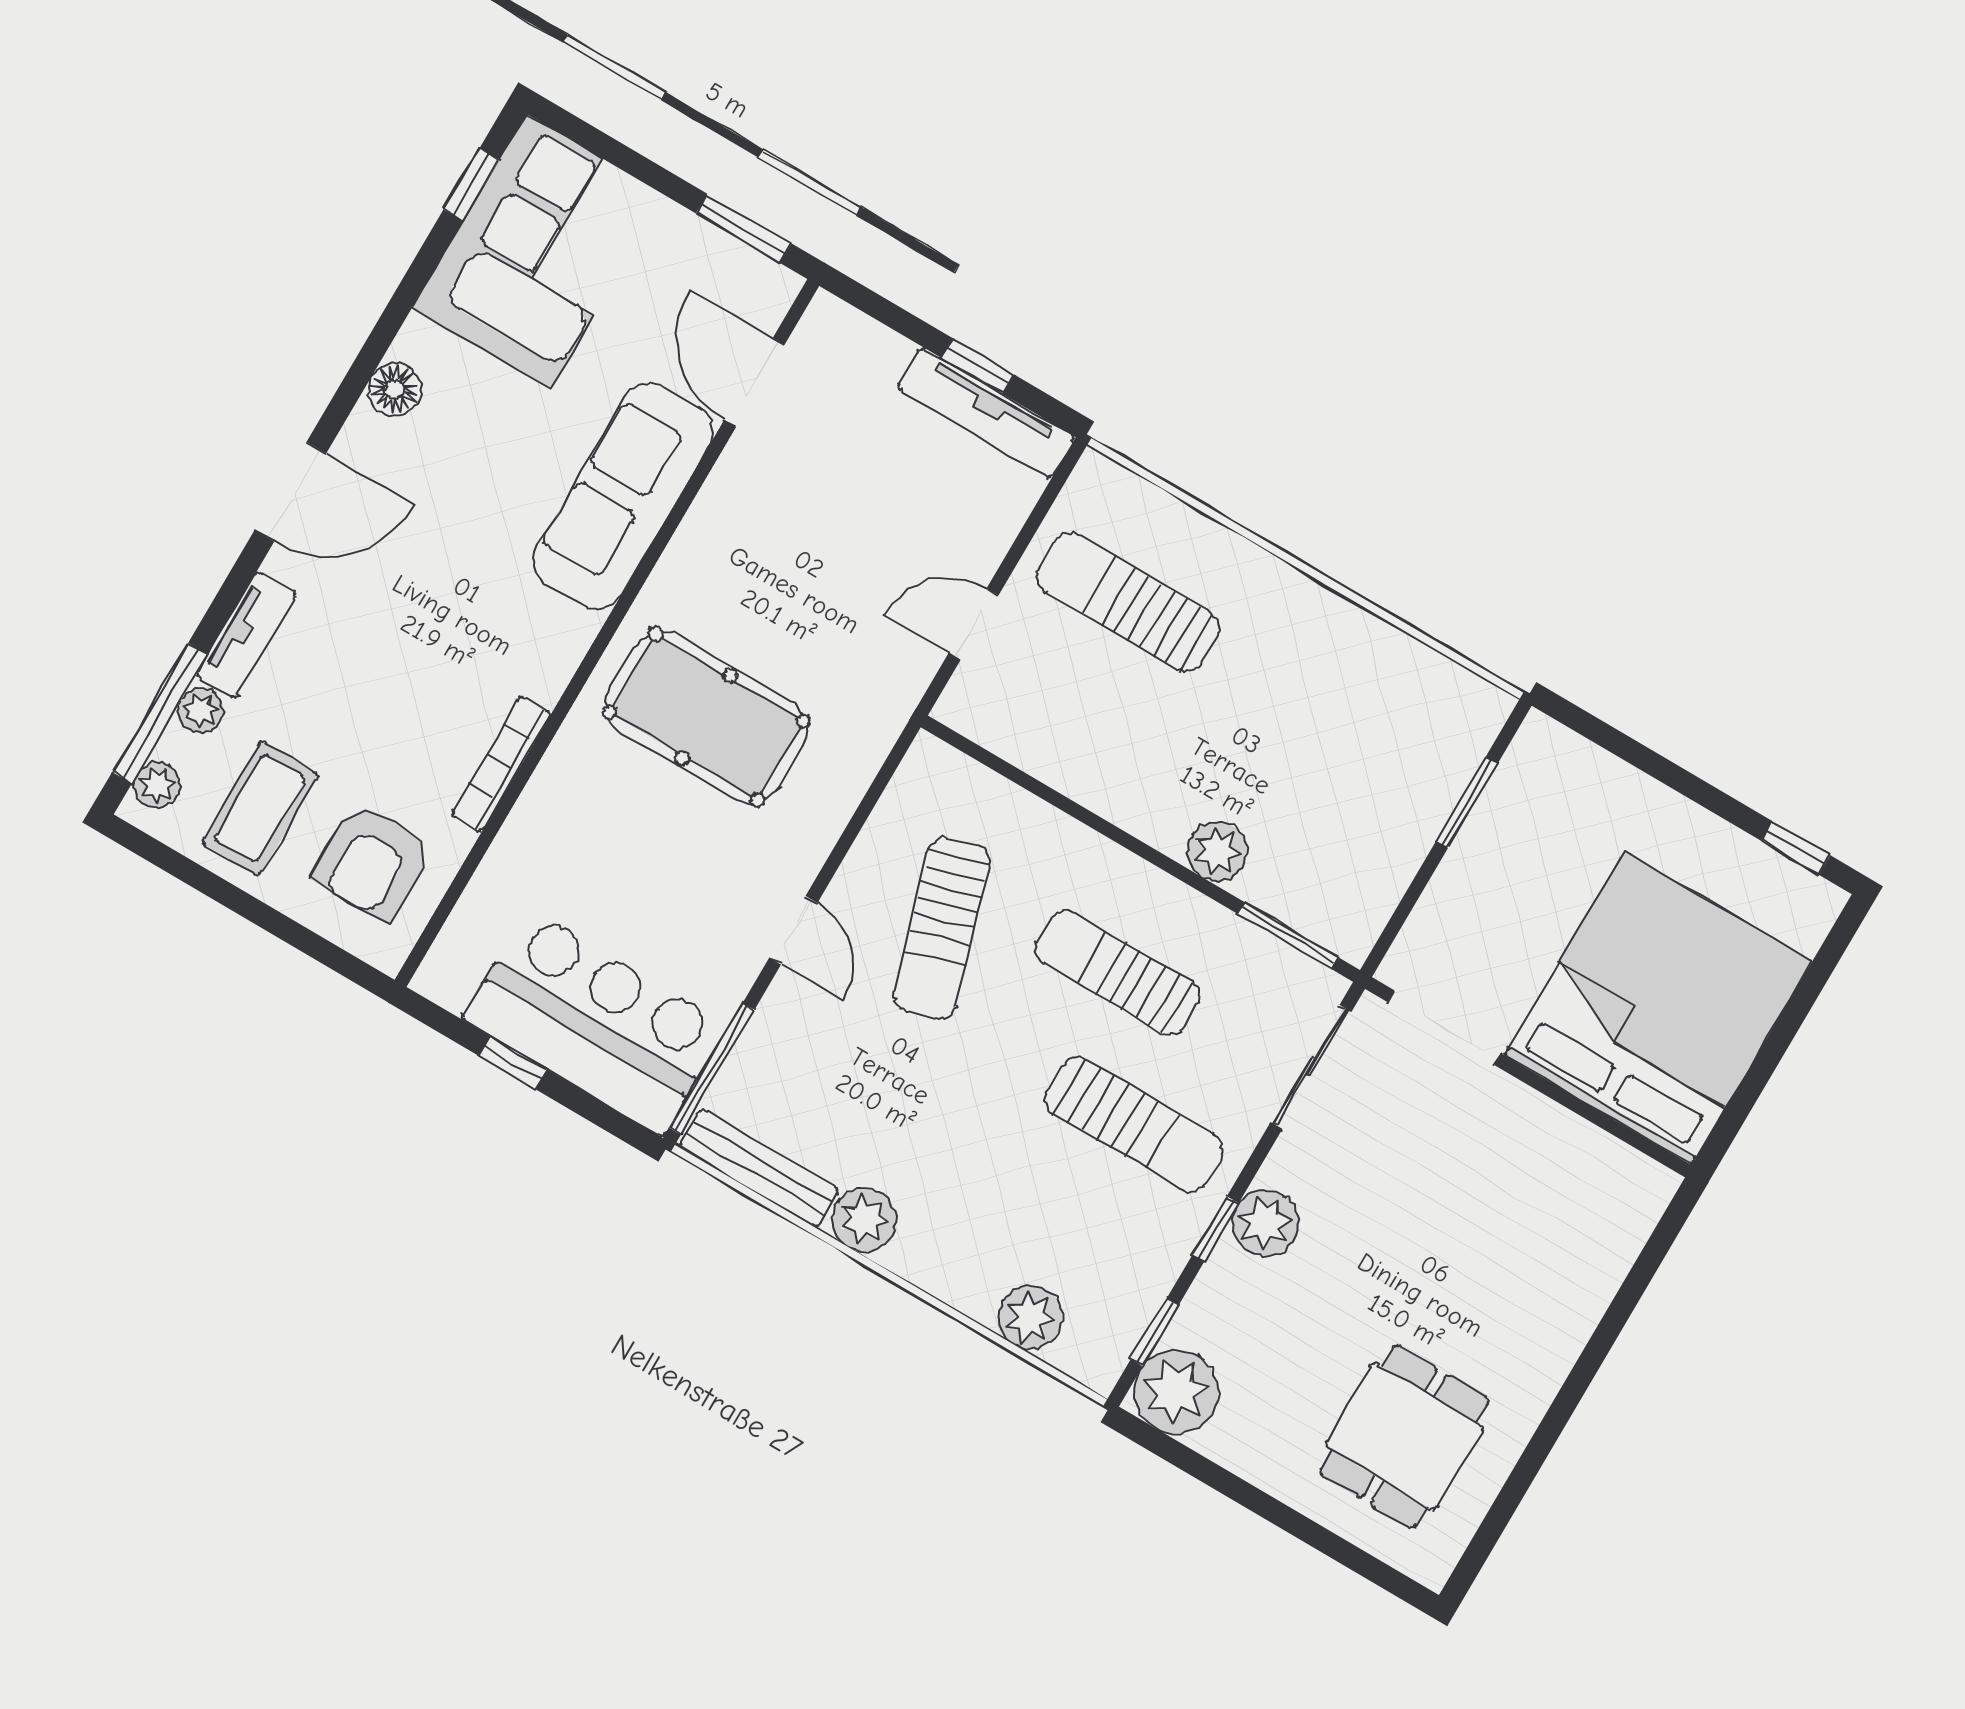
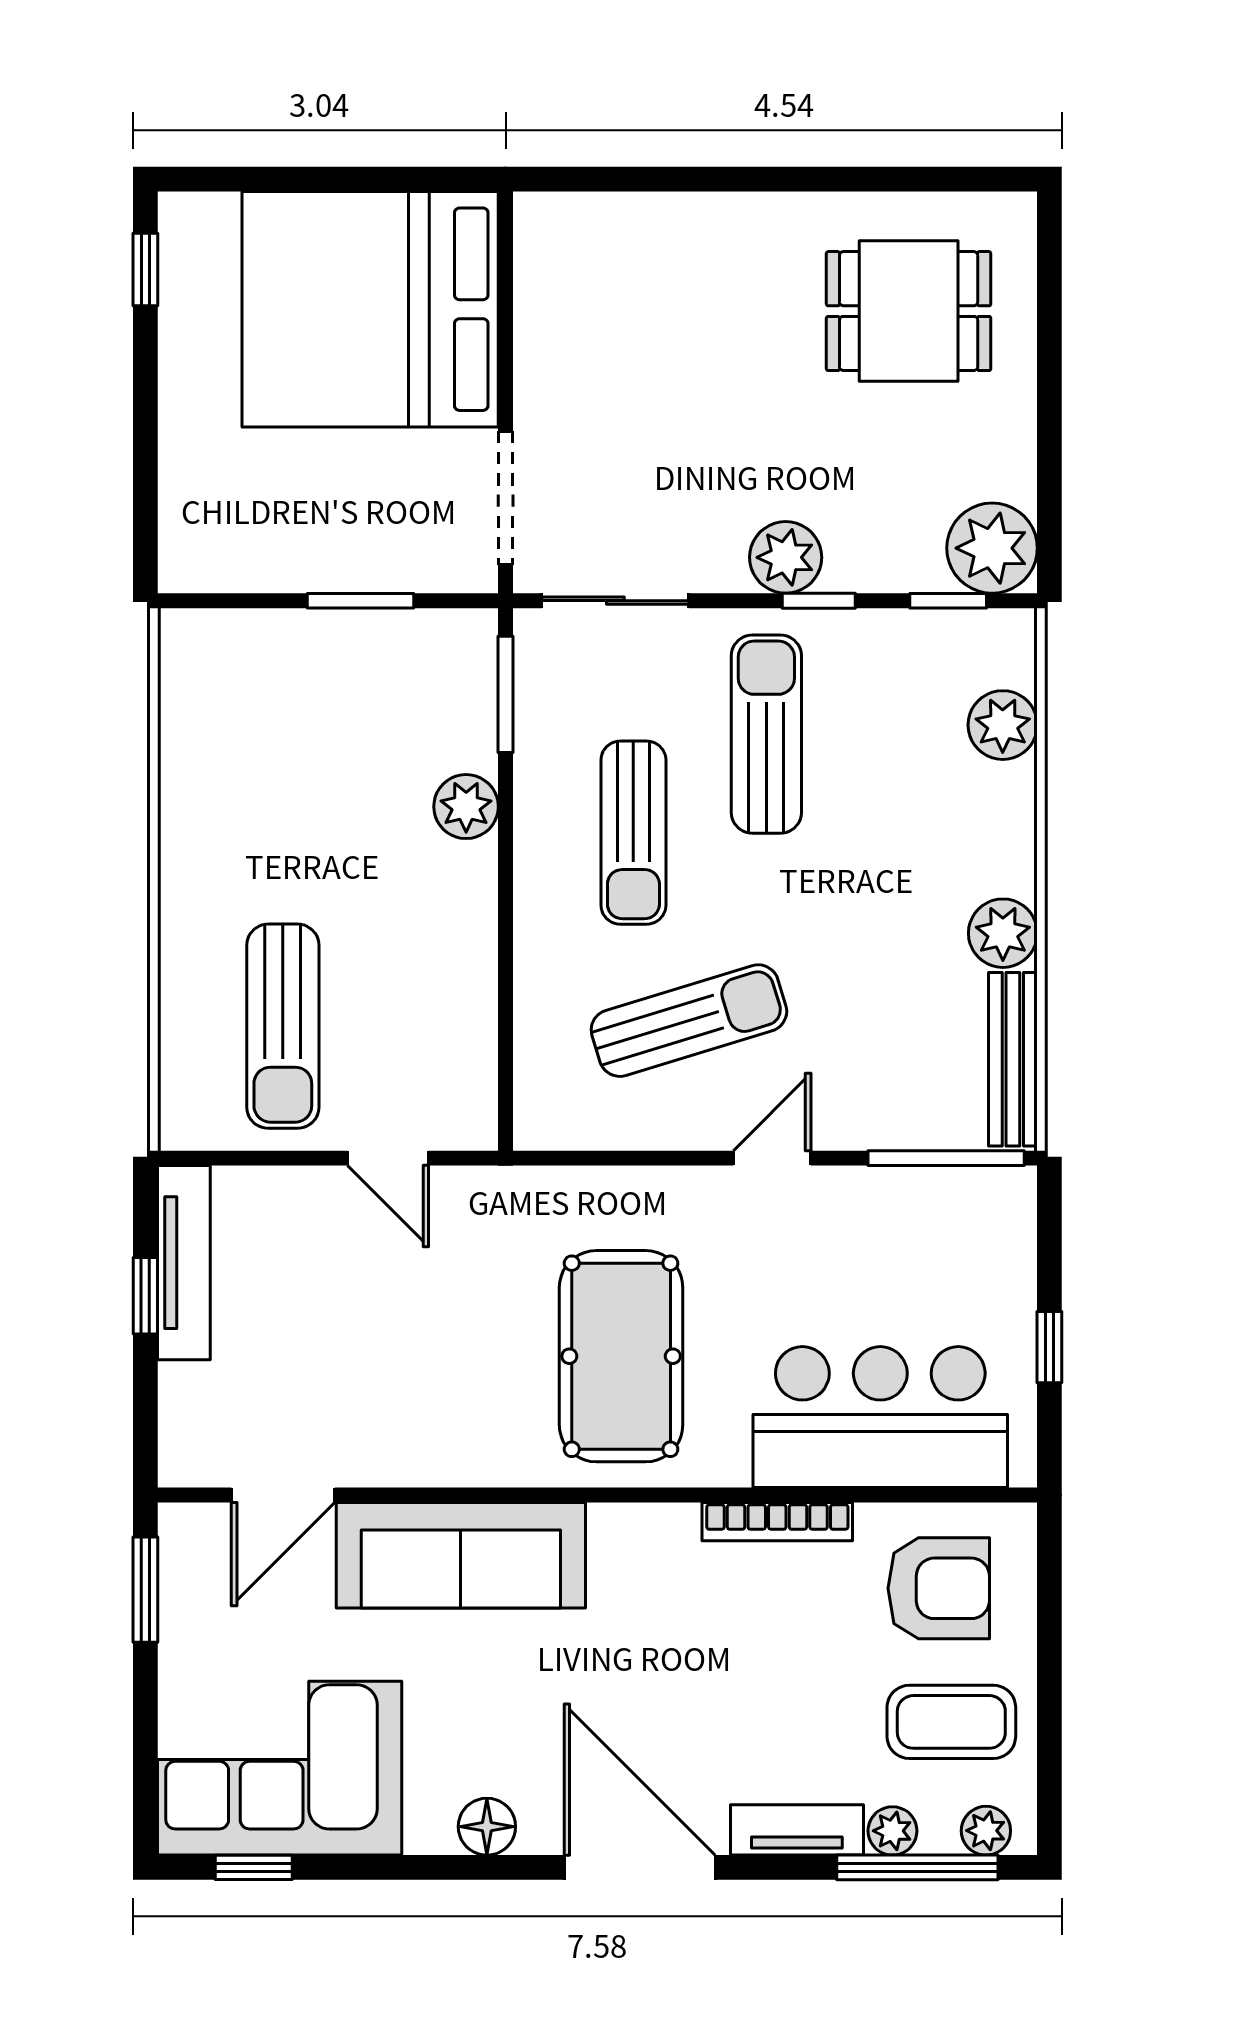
door: (290, 492) -> (640, 1867), width x1.36
window: (1467, 802) -> (361, 601), moved
bar counter: (595, 1022) -> (880, 1417), moved, turned 90

